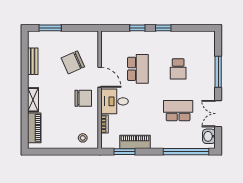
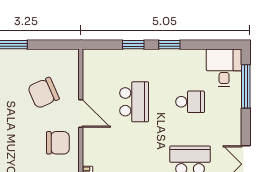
school desk: (178, 69) -> (190, 102), turned -90
window: (218, 72) -> (246, 86), moved
desk: (114, 101) -> (224, 68), moved, turned 90

